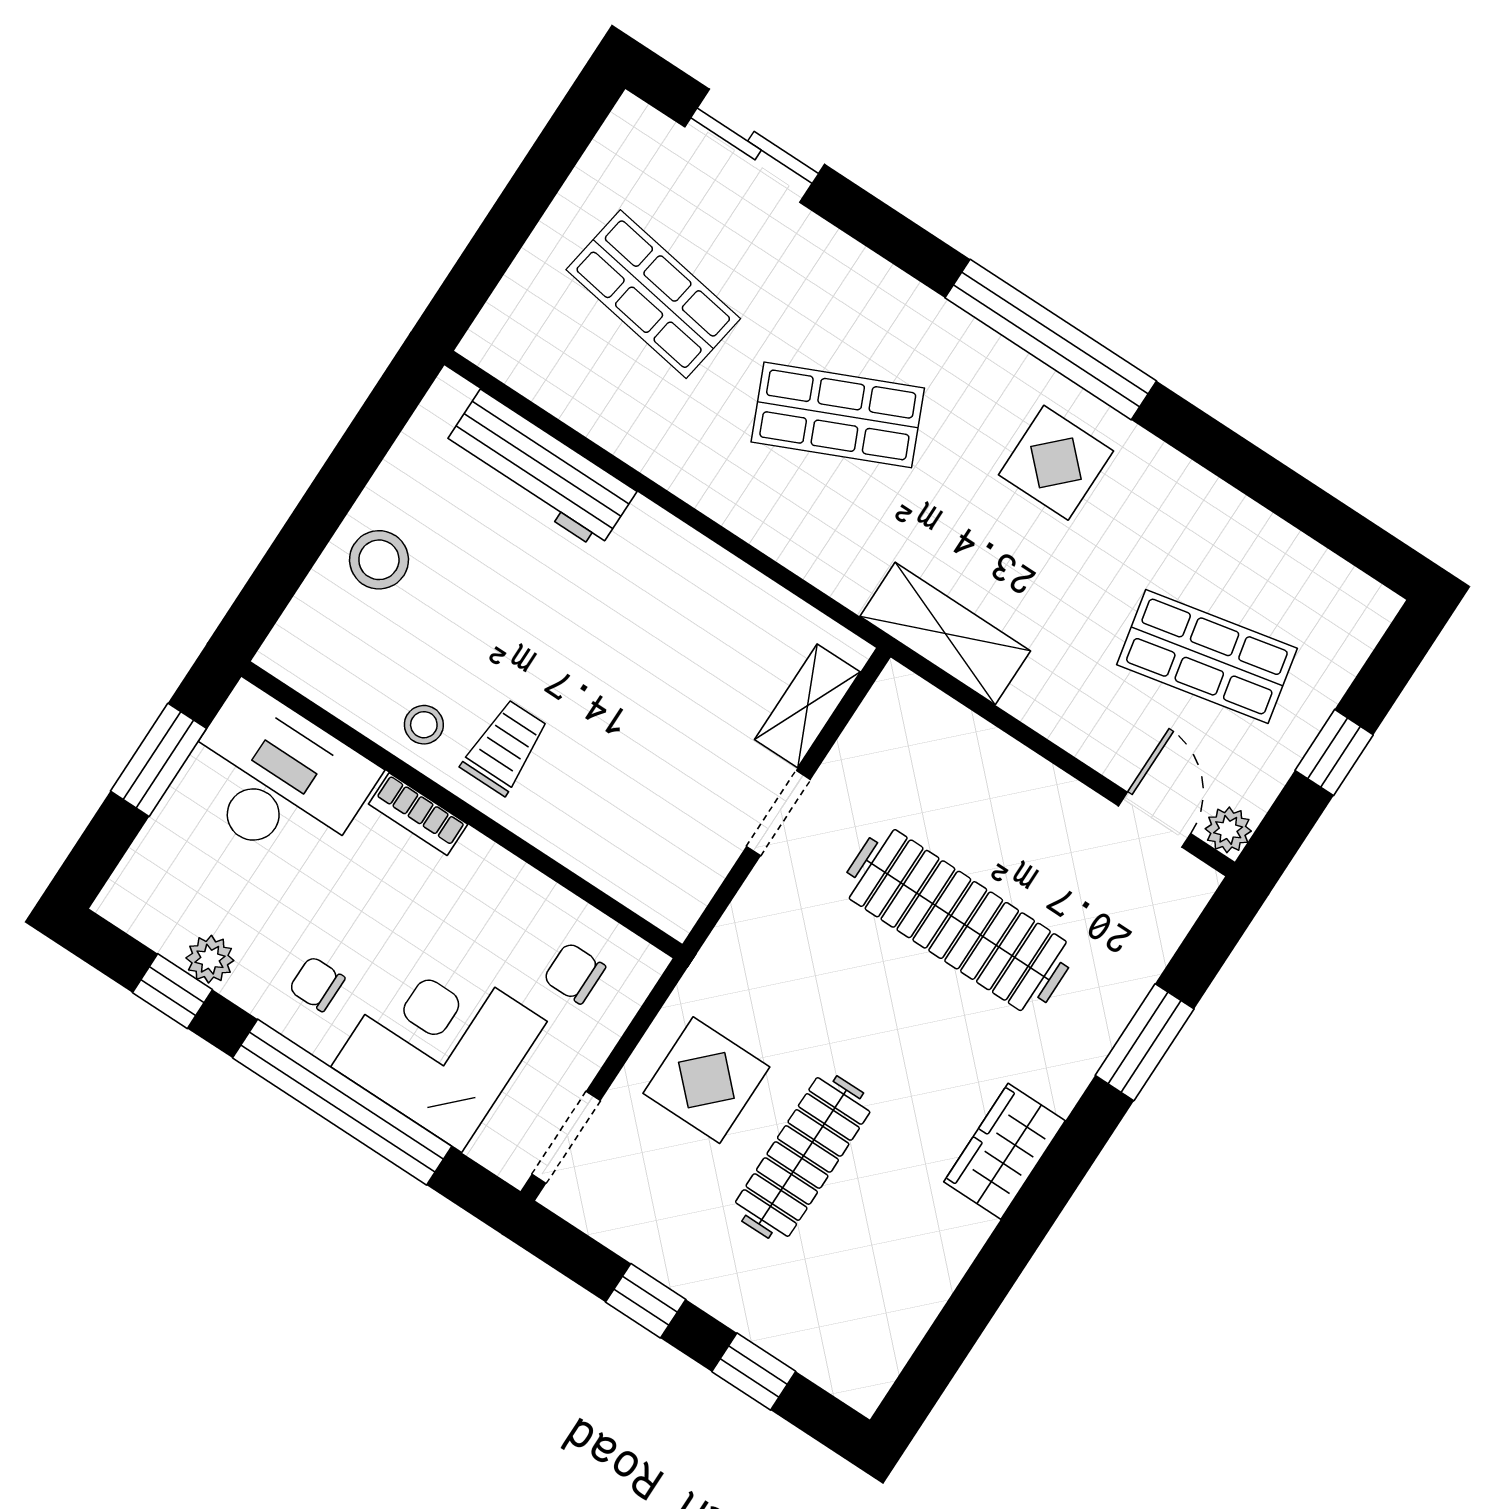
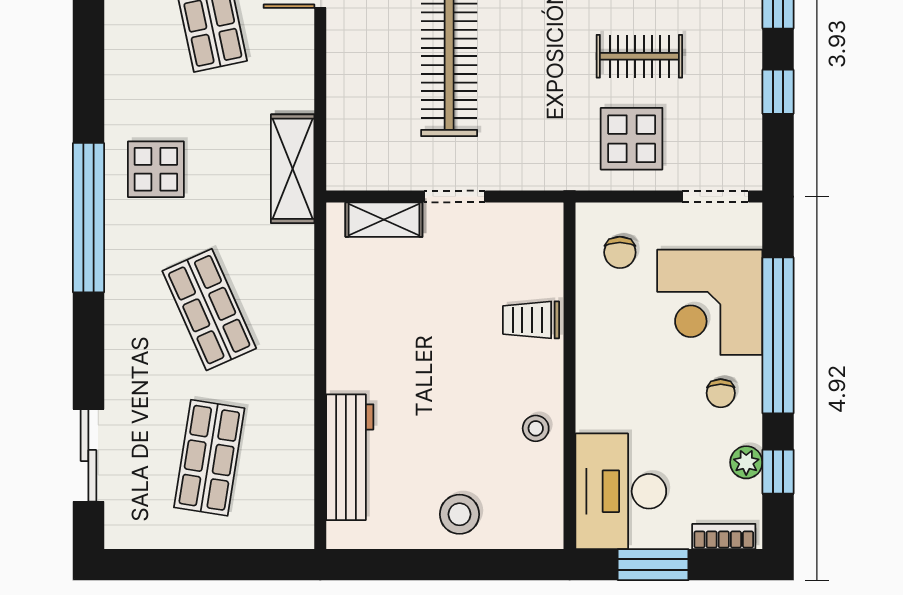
trolley: (505, 747) -> (531, 320), moved
bookcase: (418, 814) -> (724, 536), moved, turned -90
clothes rail: (803, 1157) -> (639, 56), width x0.73

